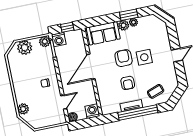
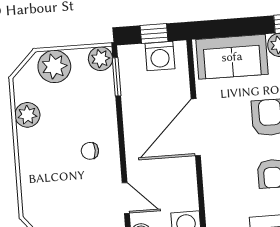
washing machine: (59, 40) -> (160, 56), moved
door: (64, 102) -> (126, 198), hinge flipped
plant: (23, 109) -> (27, 115), moved

